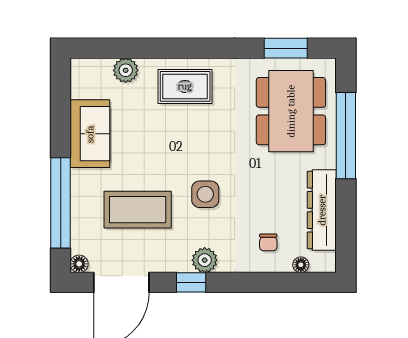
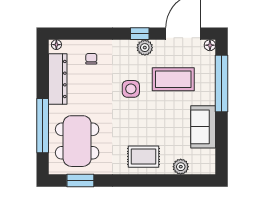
plant: (205, 260) -> (145, 48), moved
floor lamp: (301, 265) -> (56, 45), moved

